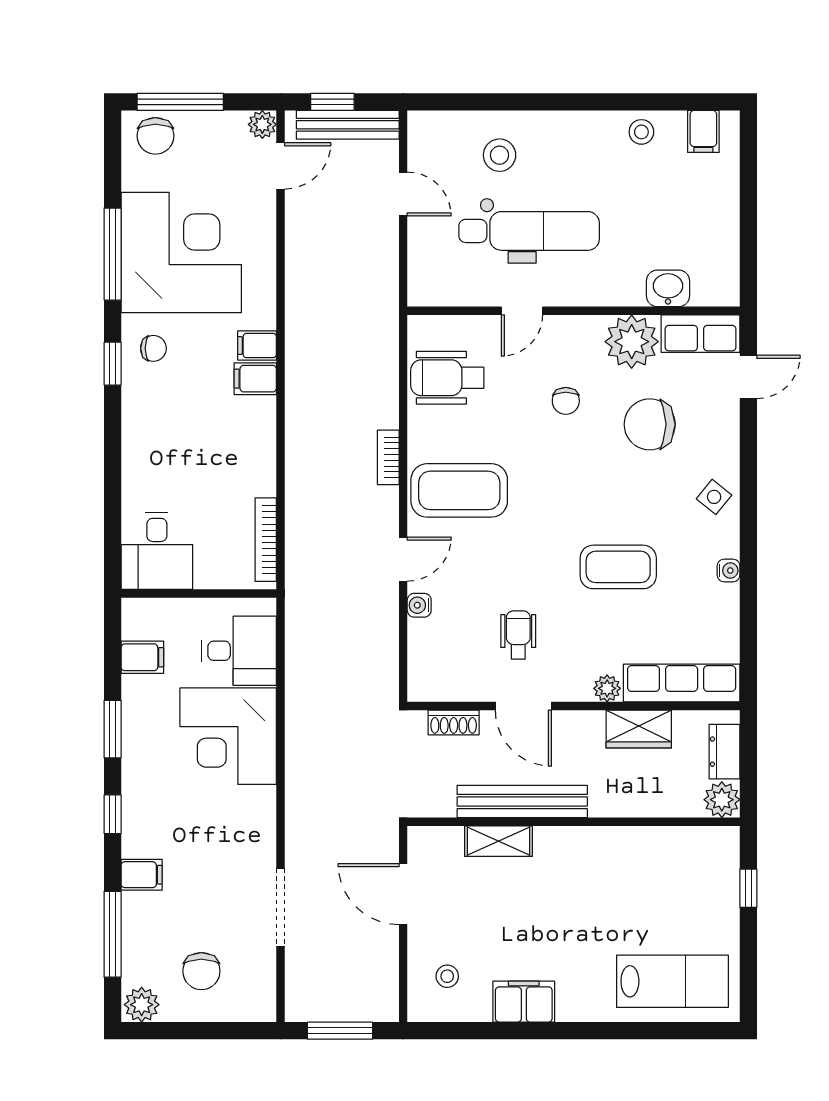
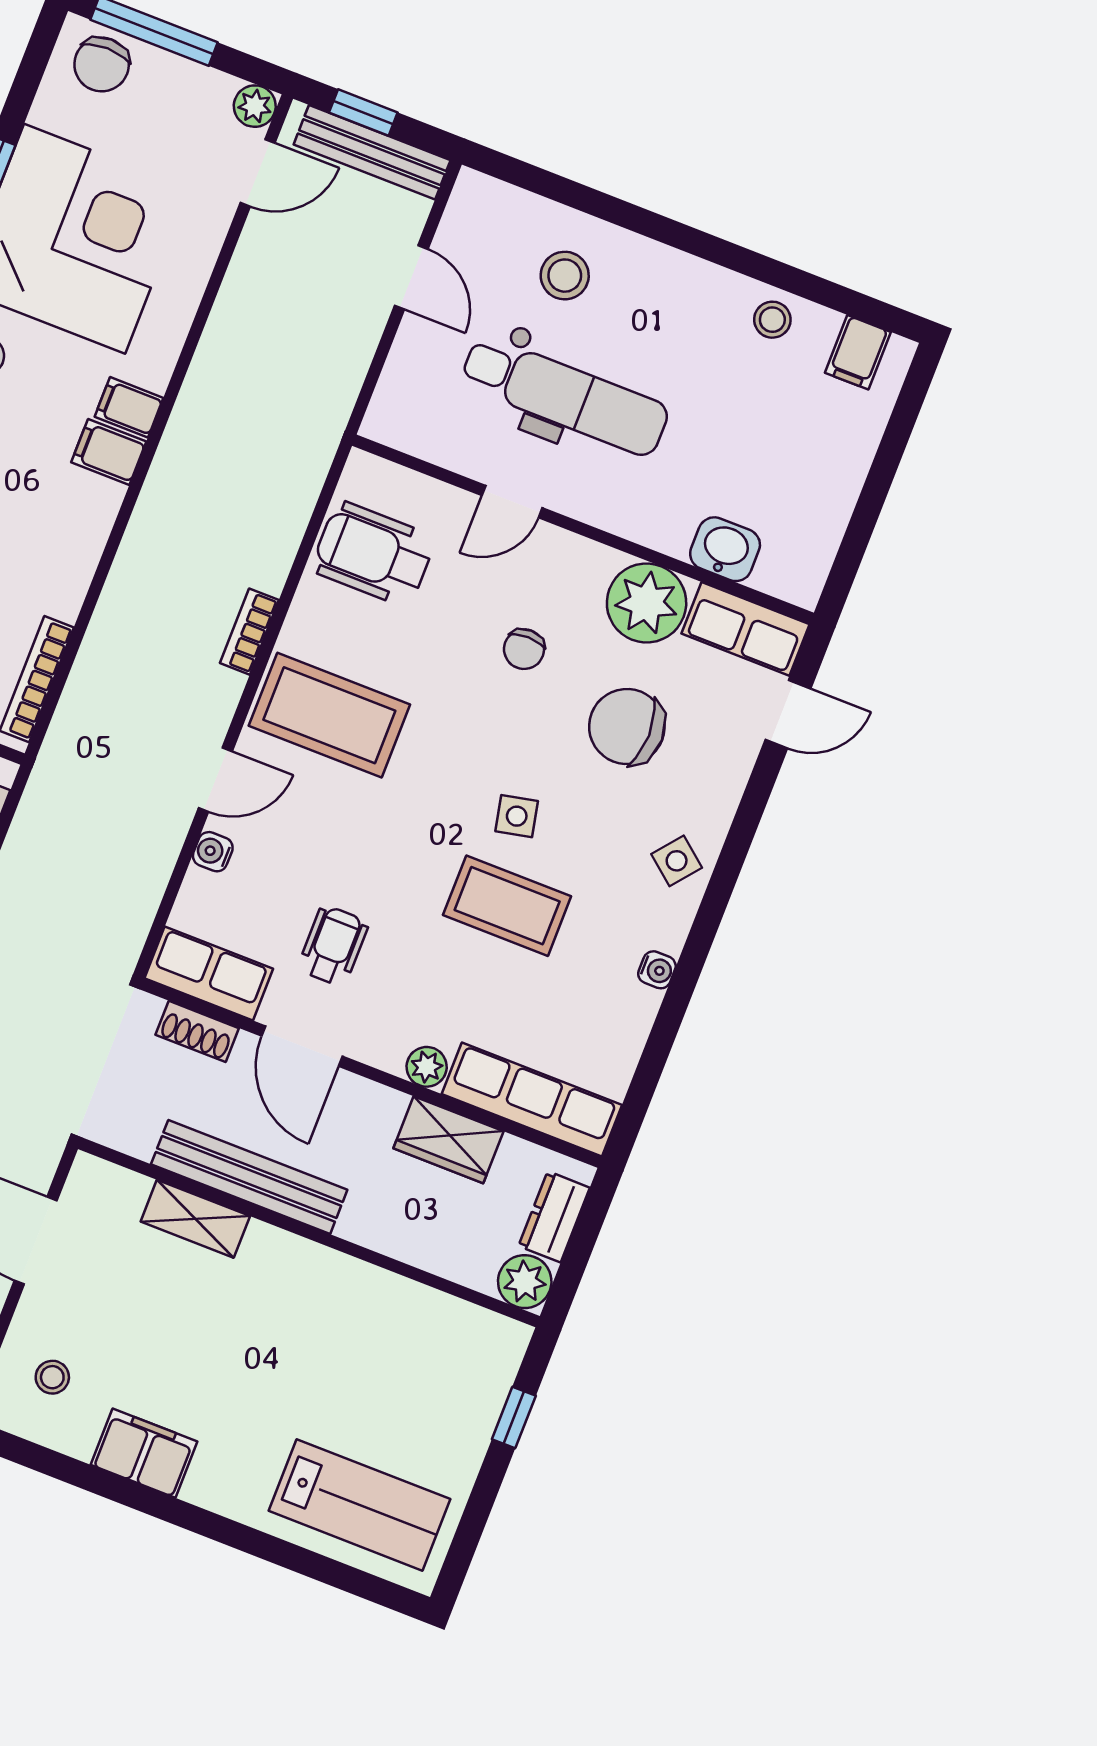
side table: (602, 508) -> (517, 816), added
row of seats: (447, 683) -> (209, 973), added

